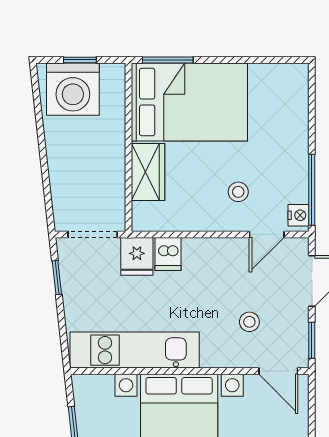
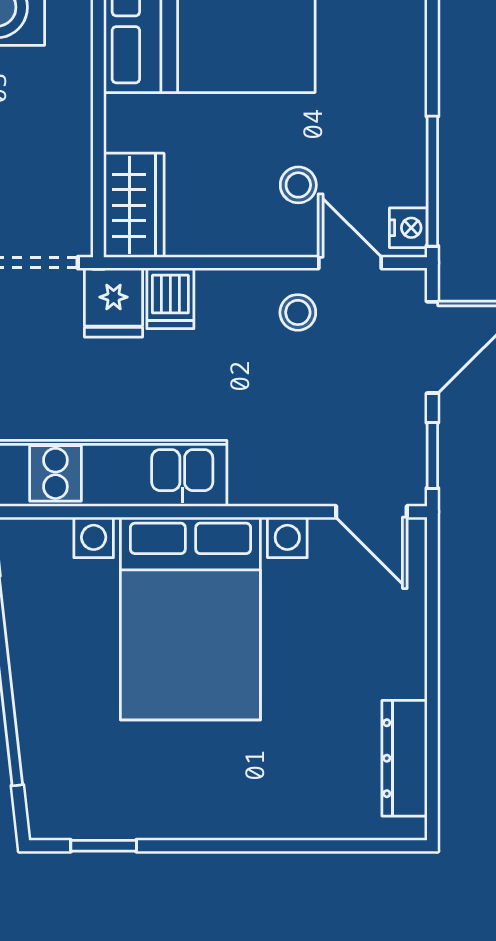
wardrobe: (148, 172) -> (134, 205), moved
door: (267, 234) -> (350, 263), swing flipped
stool: (249, 322) -> (298, 312), moved

